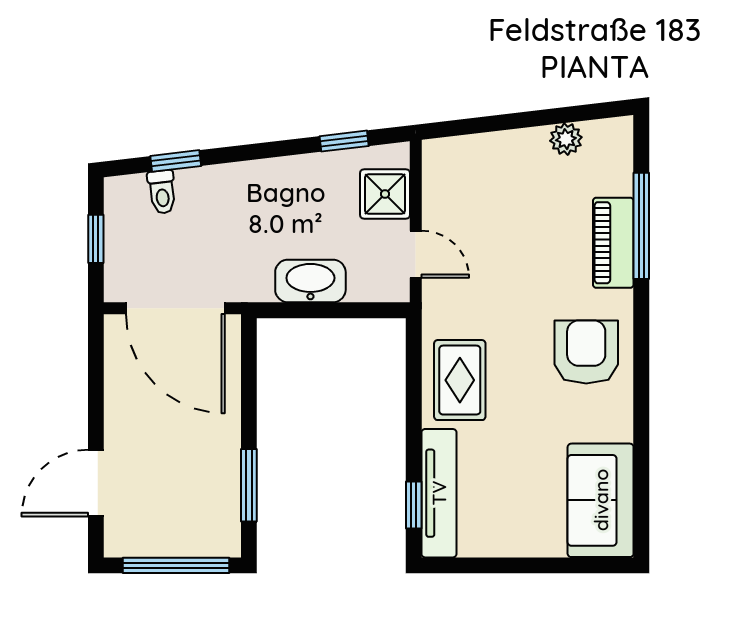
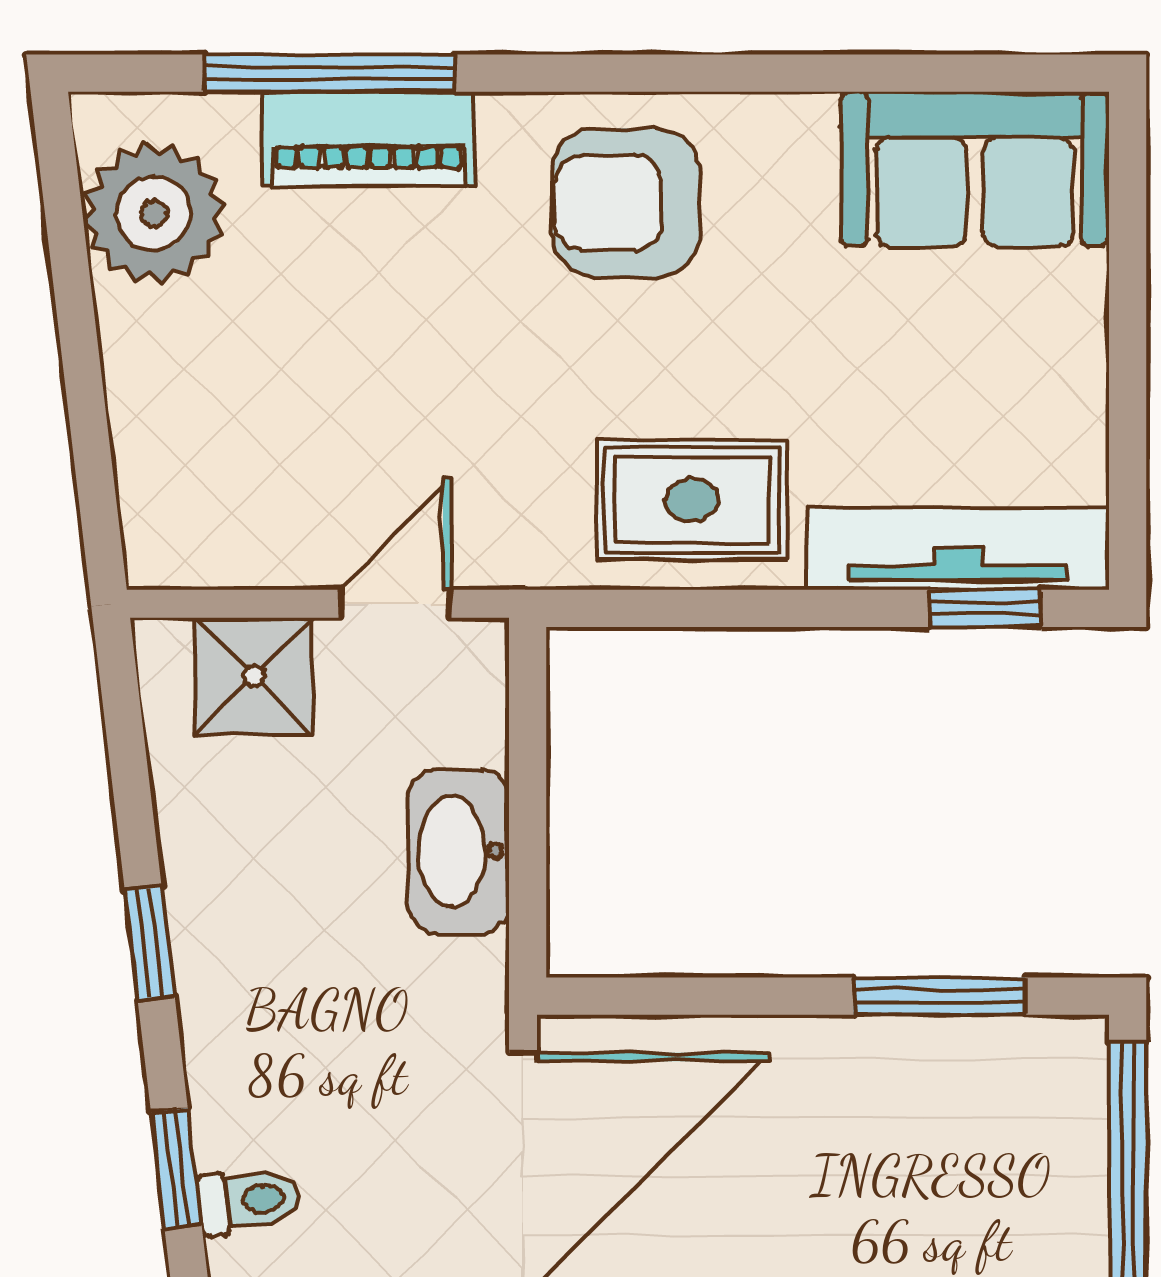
plant: (566, 139) -> (154, 213), width x1.88, depth x1.88
window: (344, 141) -> (150, 944), moved

